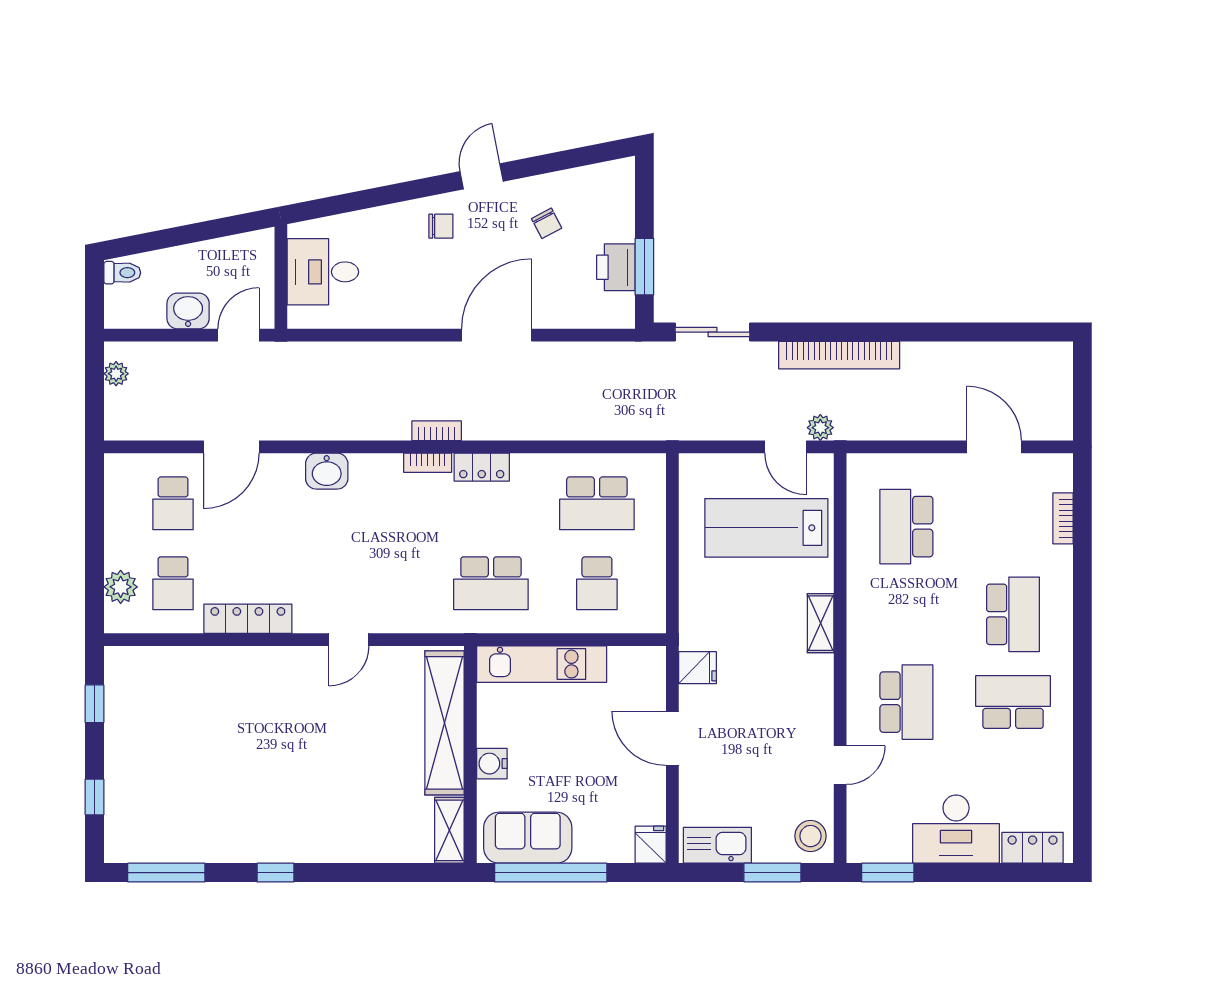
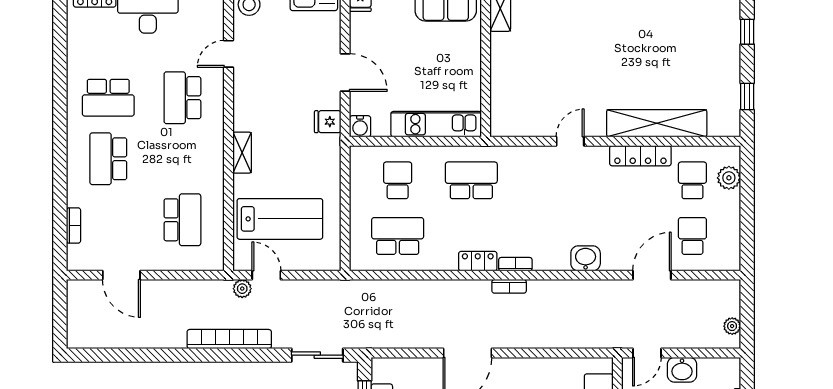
shelving: (445, 723) -> (657, 123), moved, turned 90
water cooler: (492, 764) -> (360, 126), moved, turned 90

